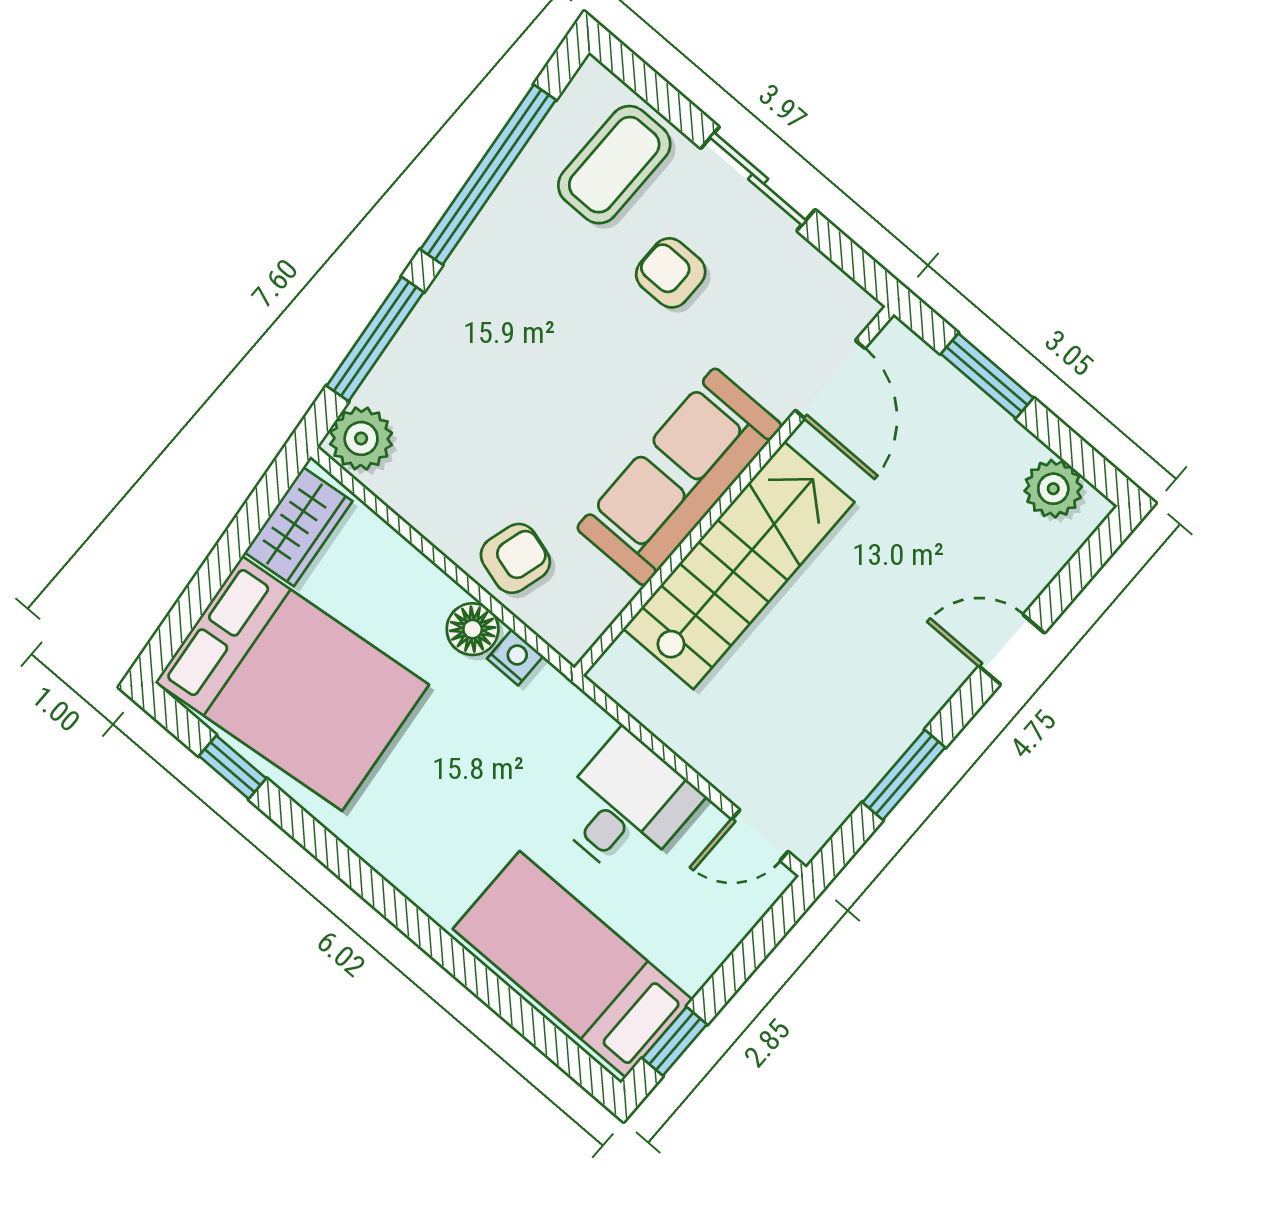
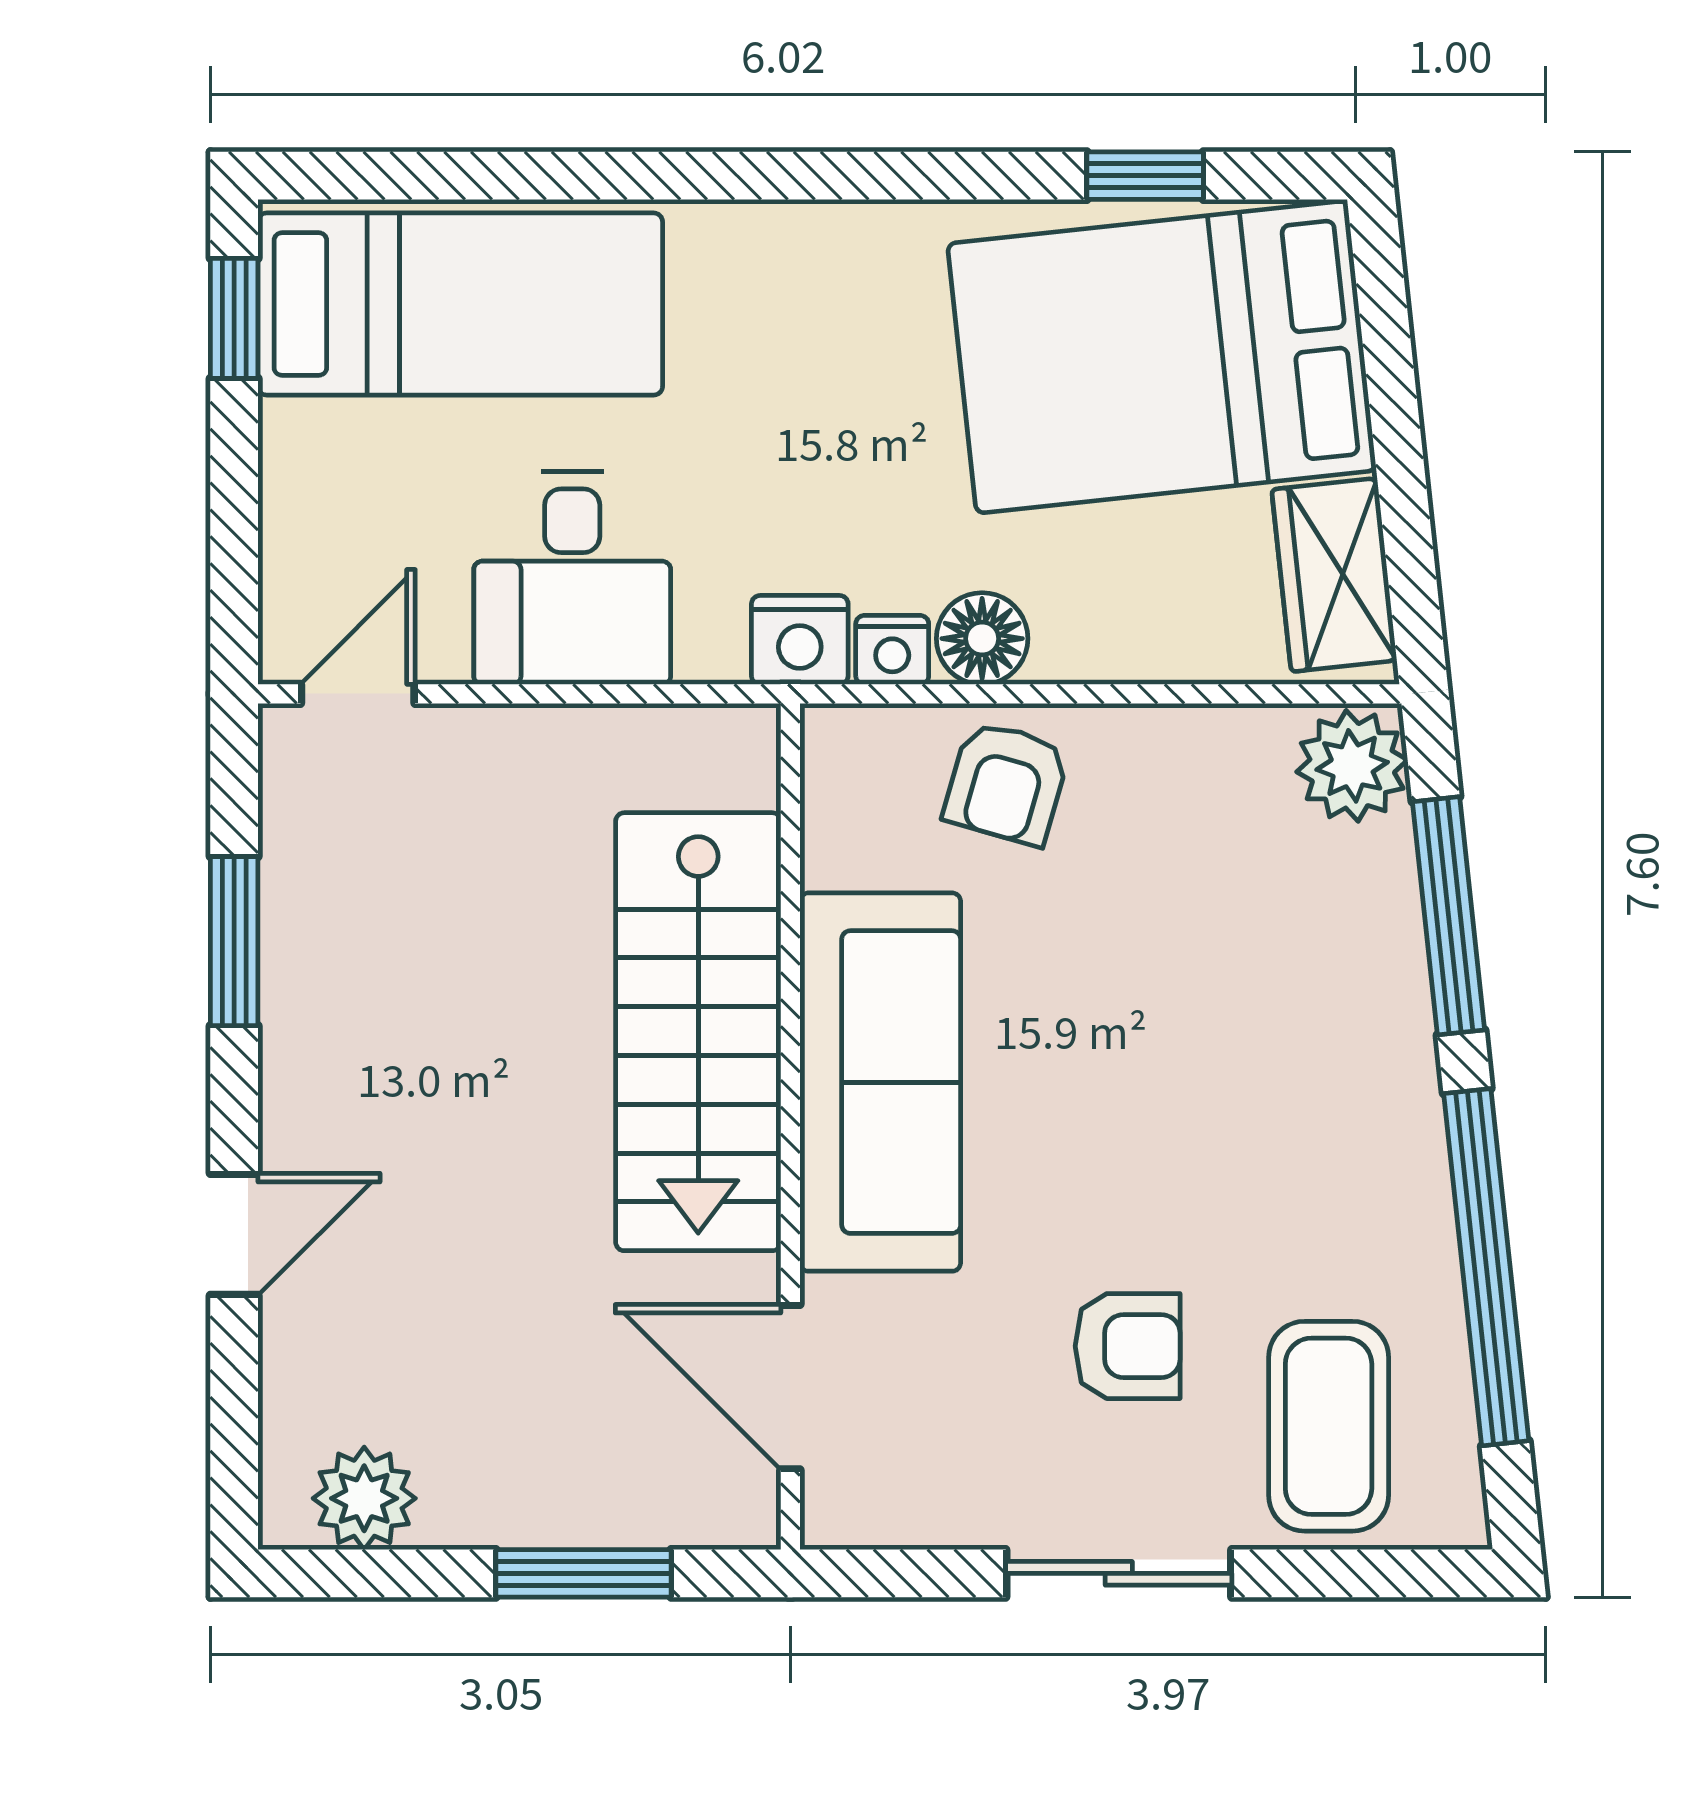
nightstand: (551, 696) -> (800, 640), added

